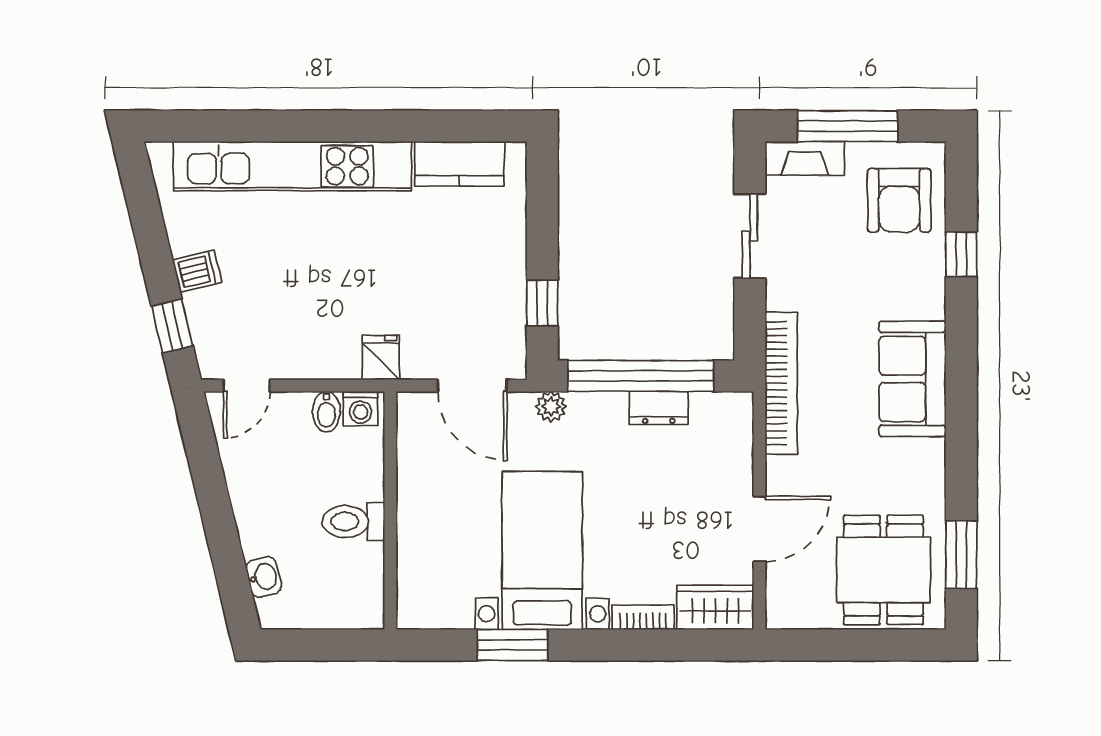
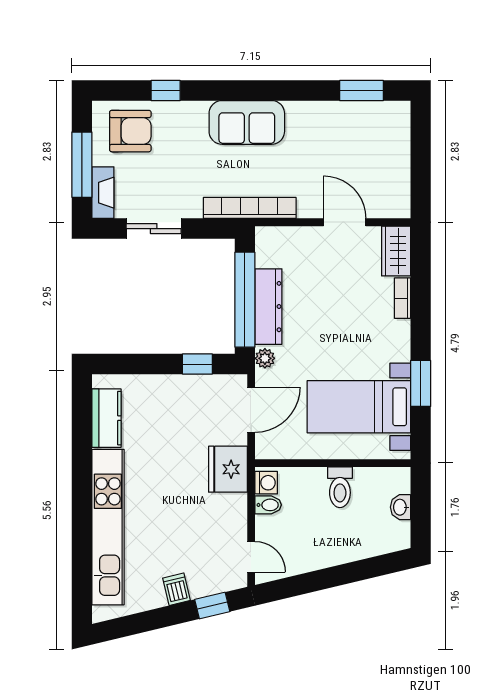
fridge: (381, 358) -> (228, 469), width x1.88, depth x1.34
dresser: (659, 408) -> (268, 307), width x1.96, depth x1.24
bed with nightstands: (542, 550) -> (359, 407), moved
dining table: (883, 570) -> (372, 141), removed
washbasin: (264, 577) -> (400, 507), moved, turned -77

